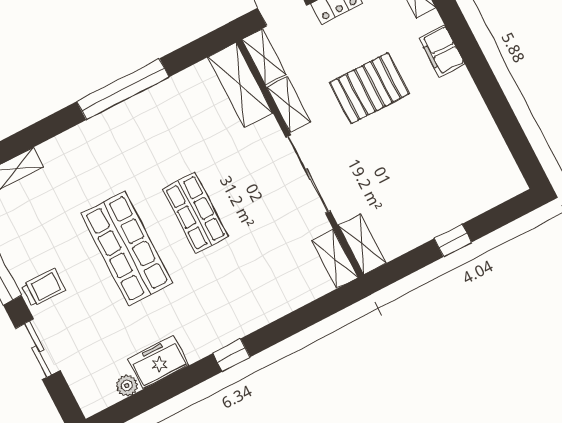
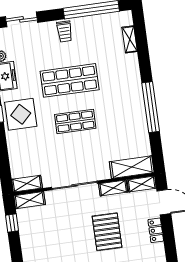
window: (453, 240) -> (12, 223), moved
display table: (216, 313) -> (21, 114), added
sliding door: (38, 349) -> (21, 19), moved

